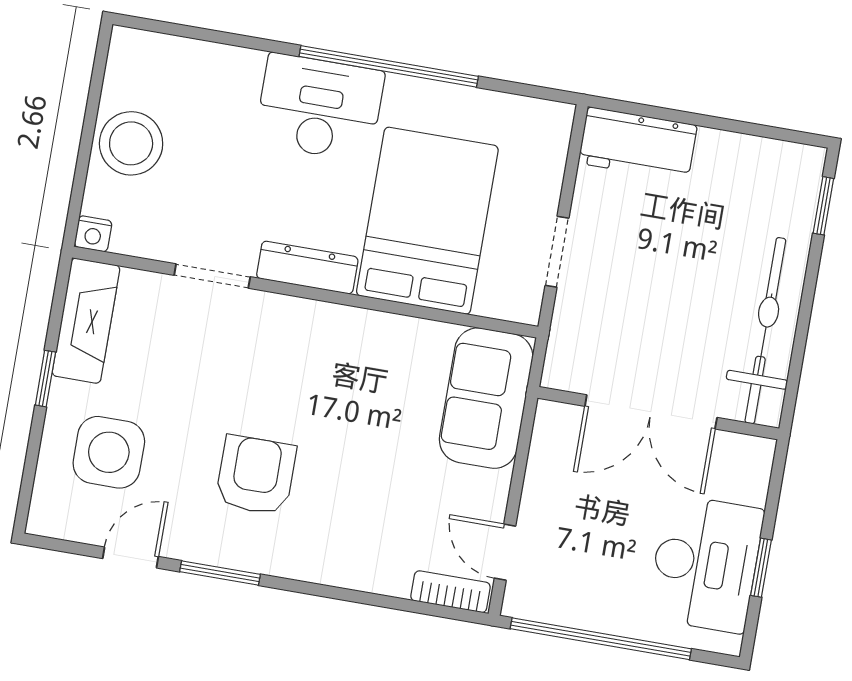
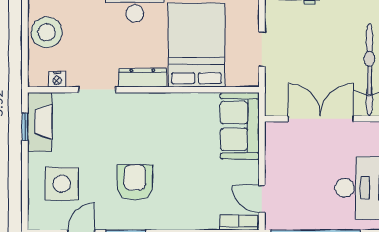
nightstand: (93, 234) -> (57, 79), moved
window: (45, 379) -> (25, 127), moved
double door: (651, 412) -> (321, 119), swing flipped

